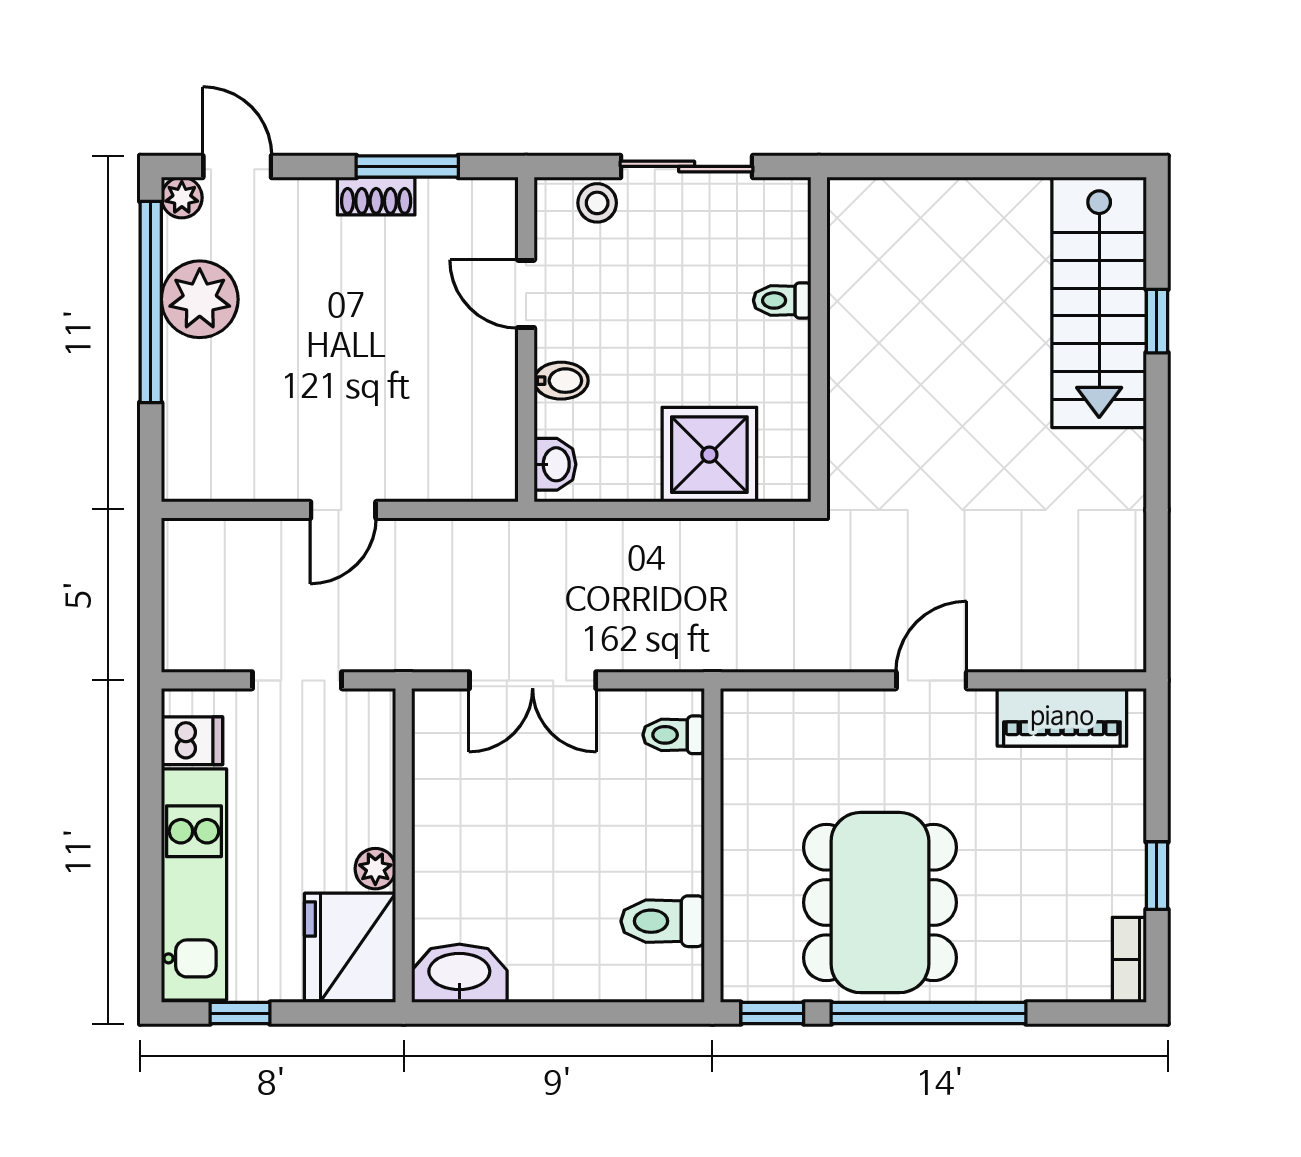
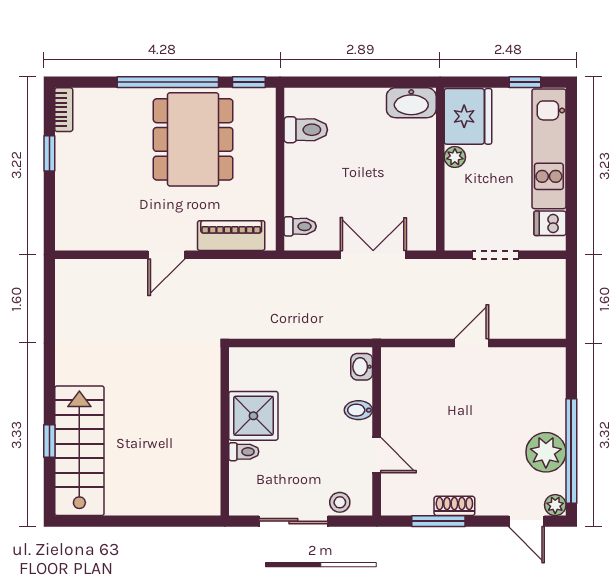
shower: (709, 455) -> (253, 416), moved
piano: (1062, 717) -> (231, 236), moved

